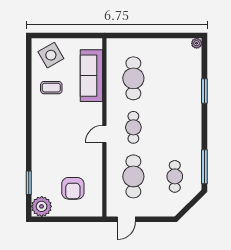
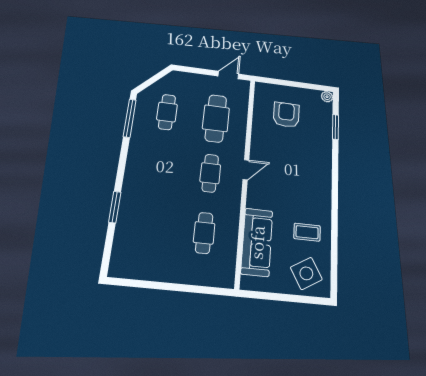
plant: (197, 43) -> (115, 271), removed
cafe table: (133, 78) -> (204, 233), width x0.73, depth x0.74
plant: (42, 206) -> (327, 97), width x0.53, depth x0.53

